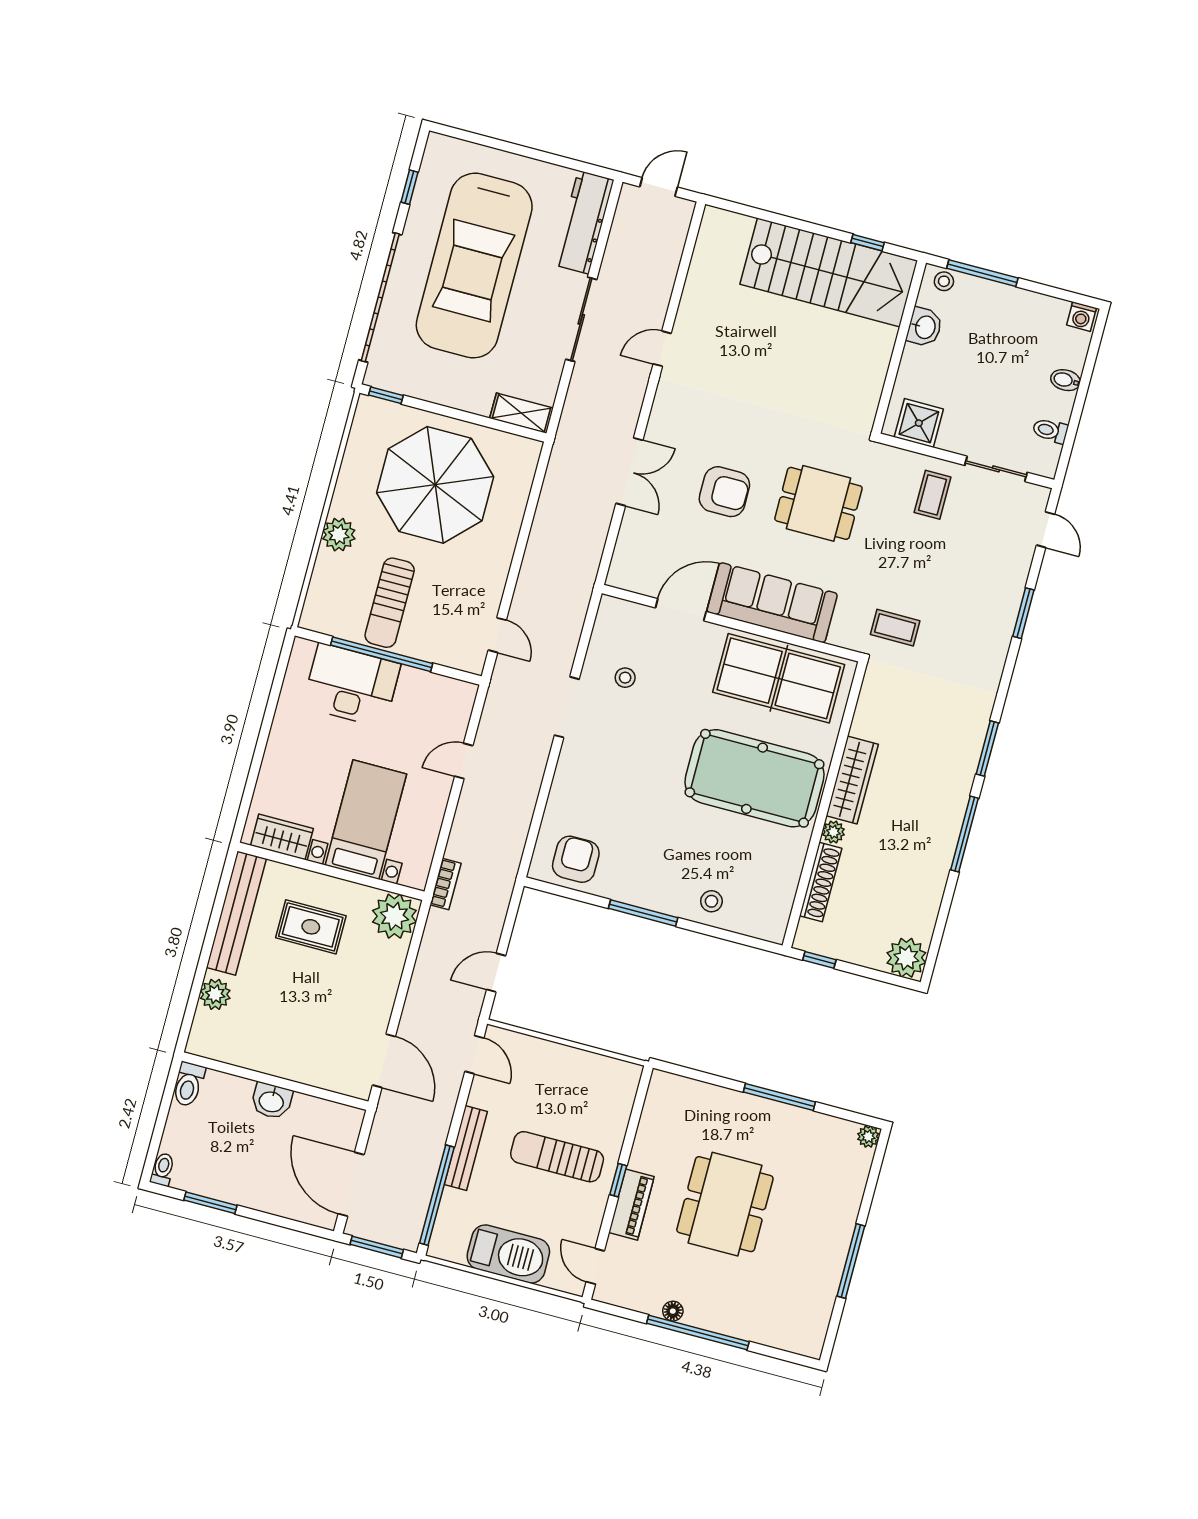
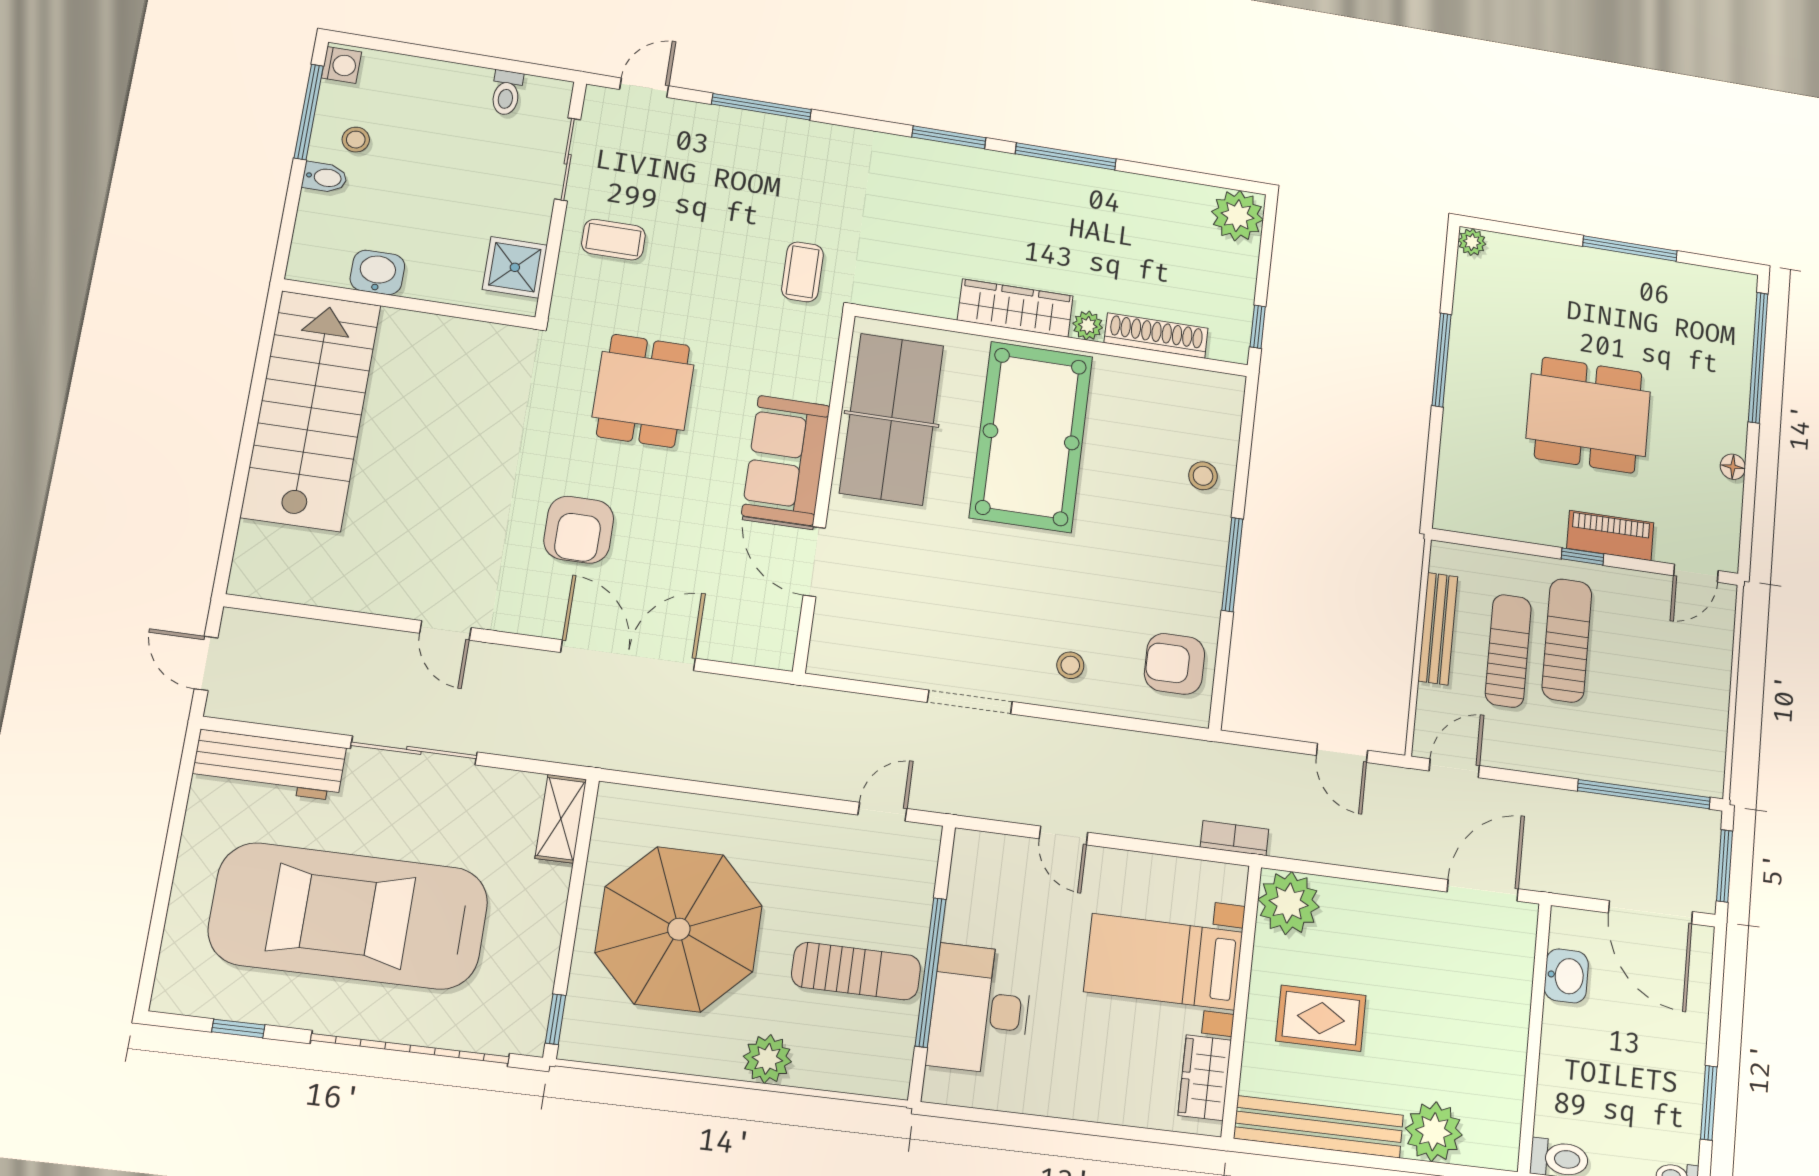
window: (868, 243) -> (262, 361), removed
car: (474, 266) -> (349, 916), turned 180
window: (982, 273) -> (309, 112), moved
stool: (944, 281) -> (356, 140), moved
bidet: (1065, 380) -> (325, 177), moved, turned -90
double door: (629, 472) -> (628, 655), width x1.37
armchair: (724, 492) -> (579, 530), moved, turned 180
sofa: (772, 603) -> (786, 460), width x0.73
window: (1023, 613) -> (761, 107), width x1.44
stool: (625, 678) -> (1070, 665), moved
rug: (311, 927) -> (1321, 1018), turned 90
plant: (215, 994) -> (1434, 1132), width x1.36, depth x1.36
washbasin: (272, 1101) -> (1566, 976), moved
sun lounger: (555, 1110) -> (1508, 651), added
bench: (466, 1148) -> (1438, 629), moved, turned 90
sun lounger: (557, 1157) -> (1567, 640), turned 180
door: (351, 1184) -> (1651, 912), hinge flipped
barbecue: (508, 1254) -> (1701, 689), removed
window: (698, 1333) -> (1758, 358), moved

